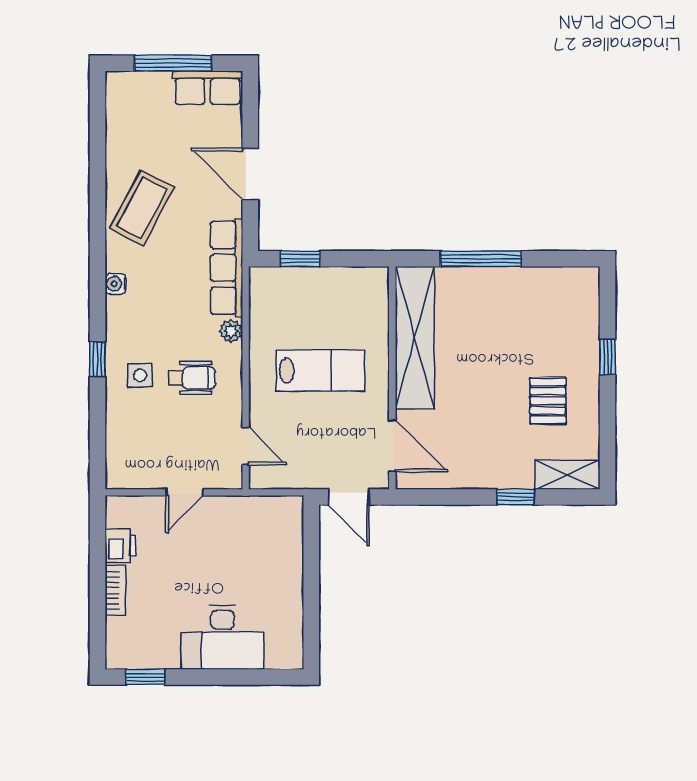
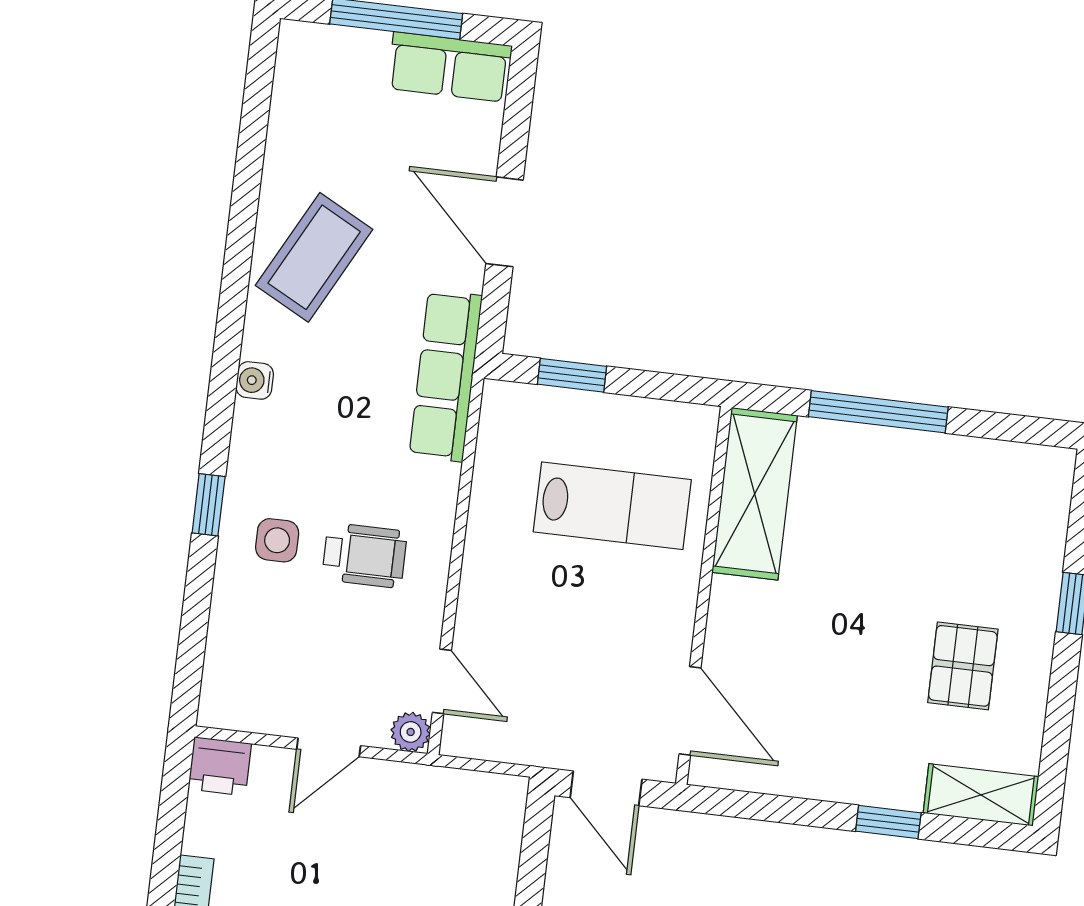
plant: (231, 331) -> (411, 732), moved
shelving: (415, 338) -> (755, 494), width x0.68
lab bench: (320, 370) -> (612, 506), moved
printer: (121, 546) -> (220, 766), moved, turned 90

